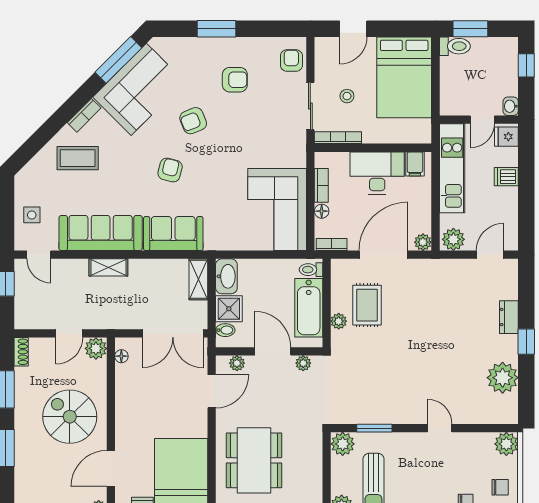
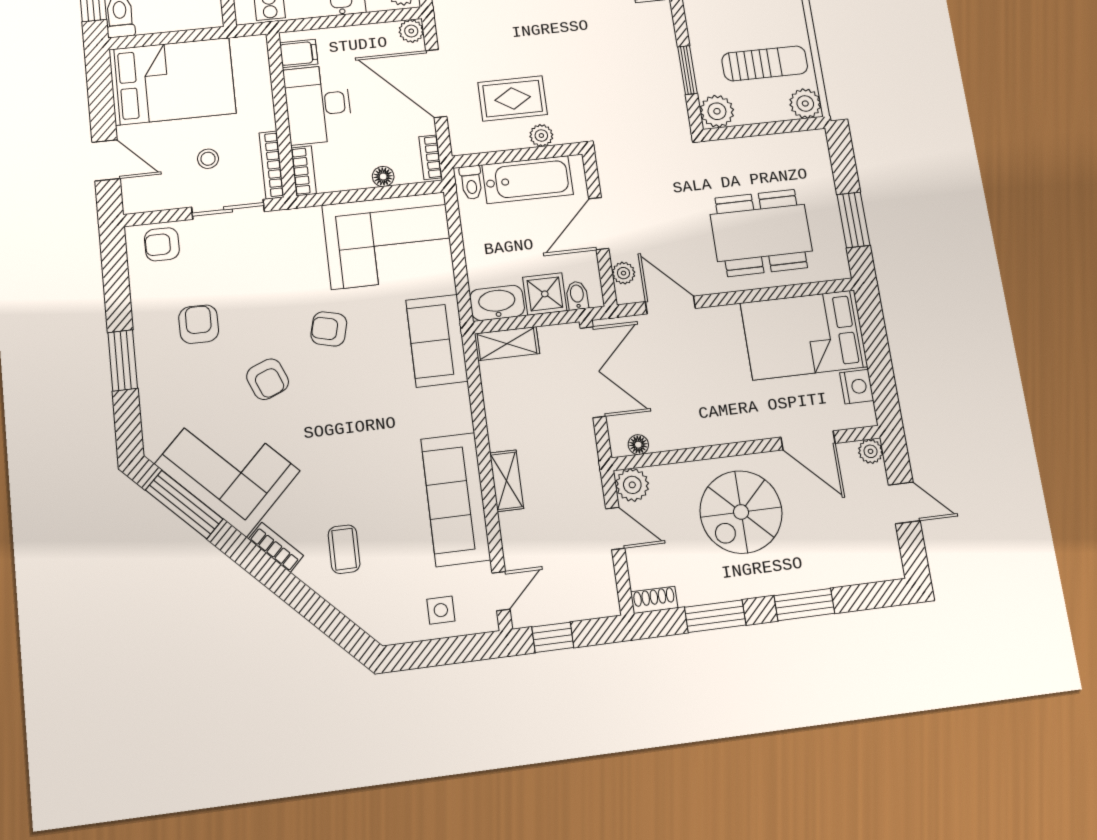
coffee table: (78, 158) -> (344, 549), width x0.73, depth x0.77
armchair: (170, 170) -> (329, 329), moved
bookcase: (321, 185) -> (304, 171), moved, turned 90
sofa: (173, 234) -> (437, 341), moved
plant: (303, 363) -> (609, 179), removed

